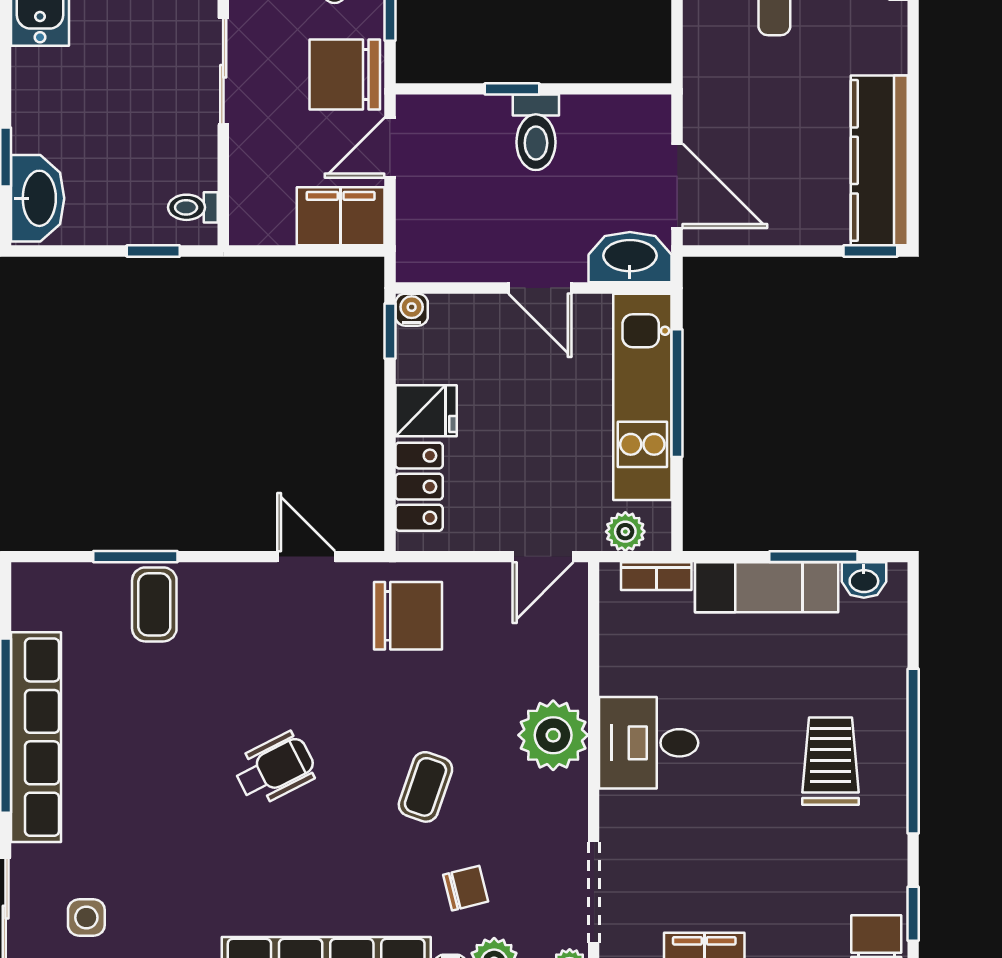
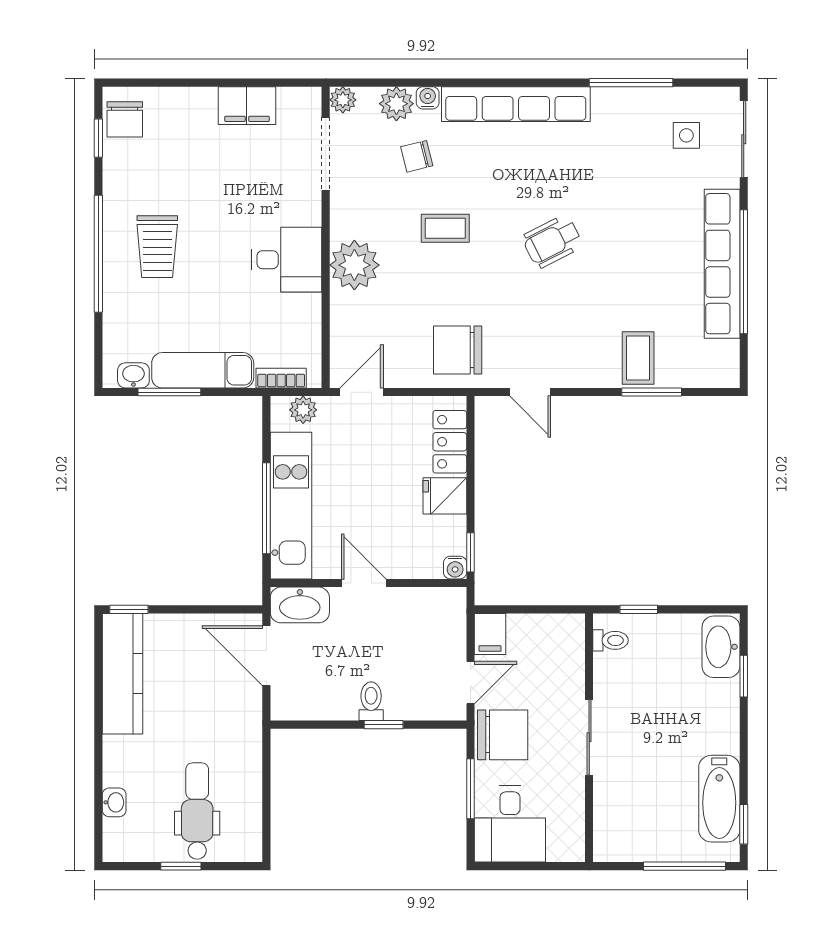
toilet: (536, 132) -> (371, 701), width x0.73, depth x0.72
filing cabinet: (341, 216) -> (490, 634), width x0.50
coffee table: (425, 787) -> (445, 228), turned 71

